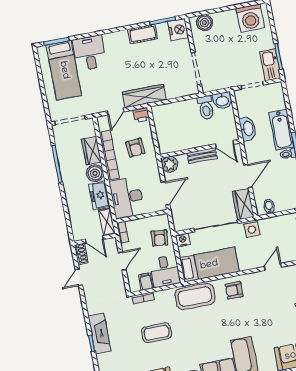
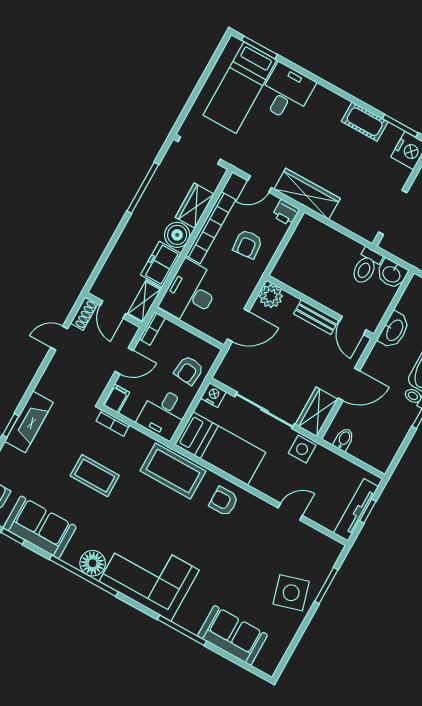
filing cabinet: (146, 282) -> (116, 399), moved

